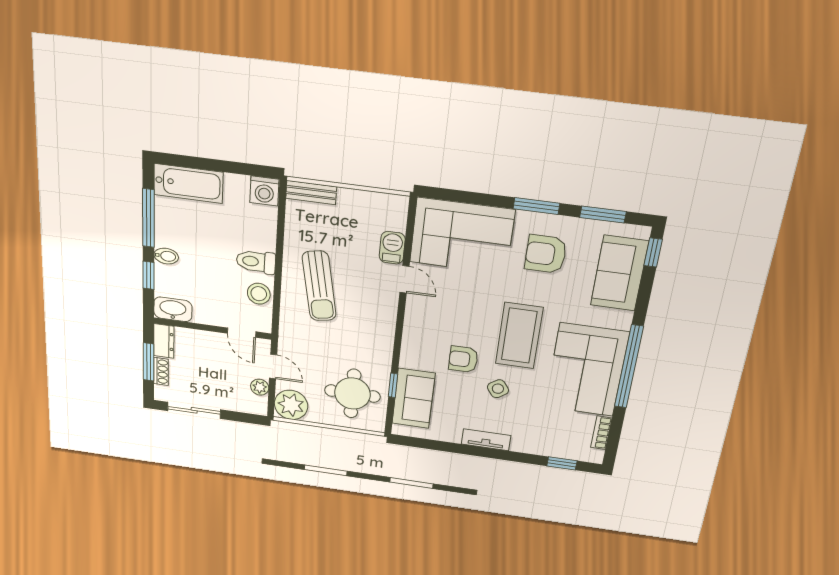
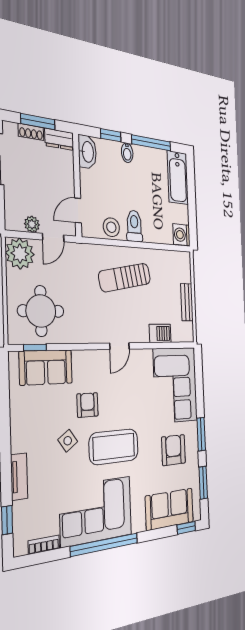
bench: (311, 193) -> (187, 302), moved
door: (404, 279) -> (120, 346), moved
window: (393, 385) -> (35, 348), moved
tv unit: (486, 440) -> (19, 477), moved

